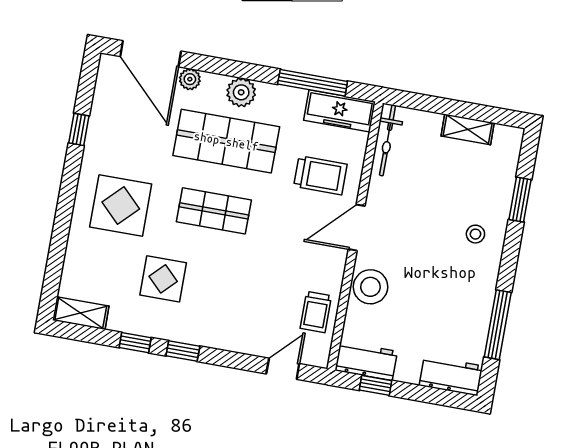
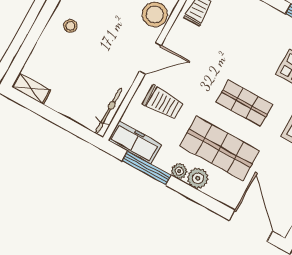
plant: (190, 79) -> (179, 171), moved
shelving: (468, 129) -> (31, 89), moved
trolley: (320, 175) -> (163, 103), turned 180
window: (520, 200) -> (32, 39), removed

